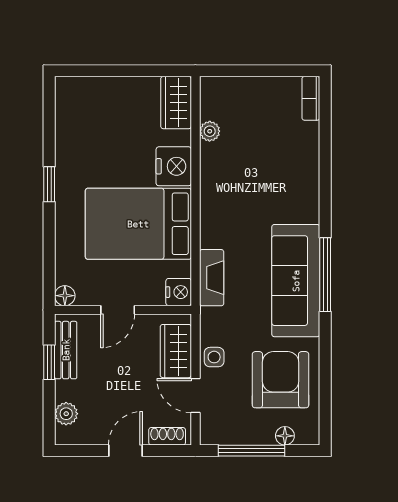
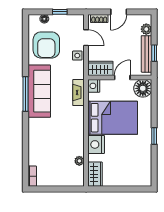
floor lamp: (65, 296) -> (143, 88), width x1.89, depth x1.89
bench: (66, 350) -> (147, 54), width x1.36
wardrobe: (176, 351) -> (100, 68), moved, turned -90
window: (252, 451) -> (60, 12), width x0.46

